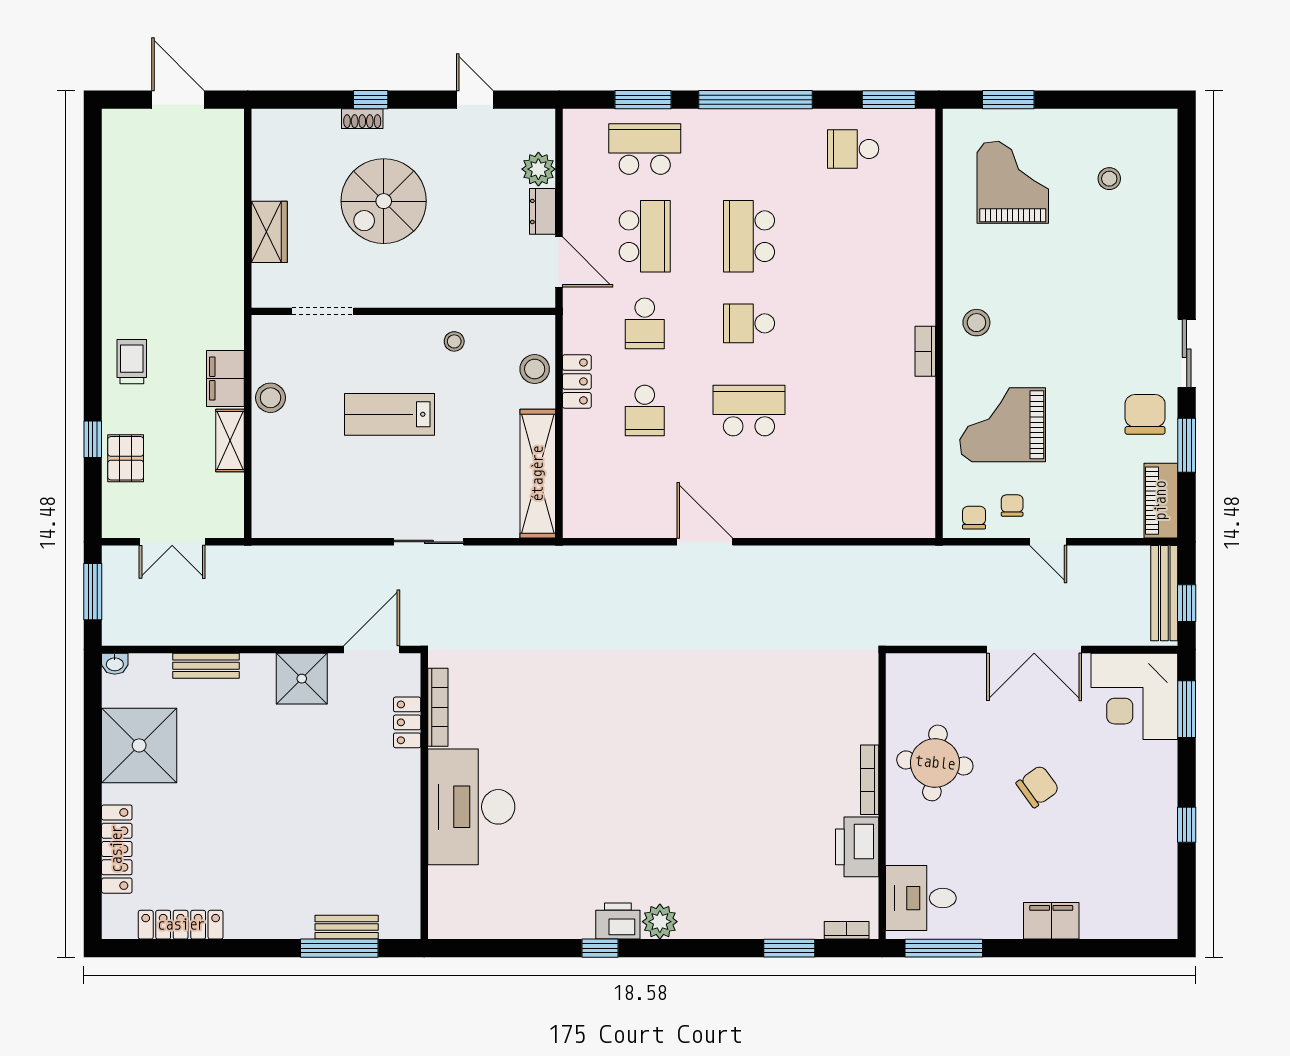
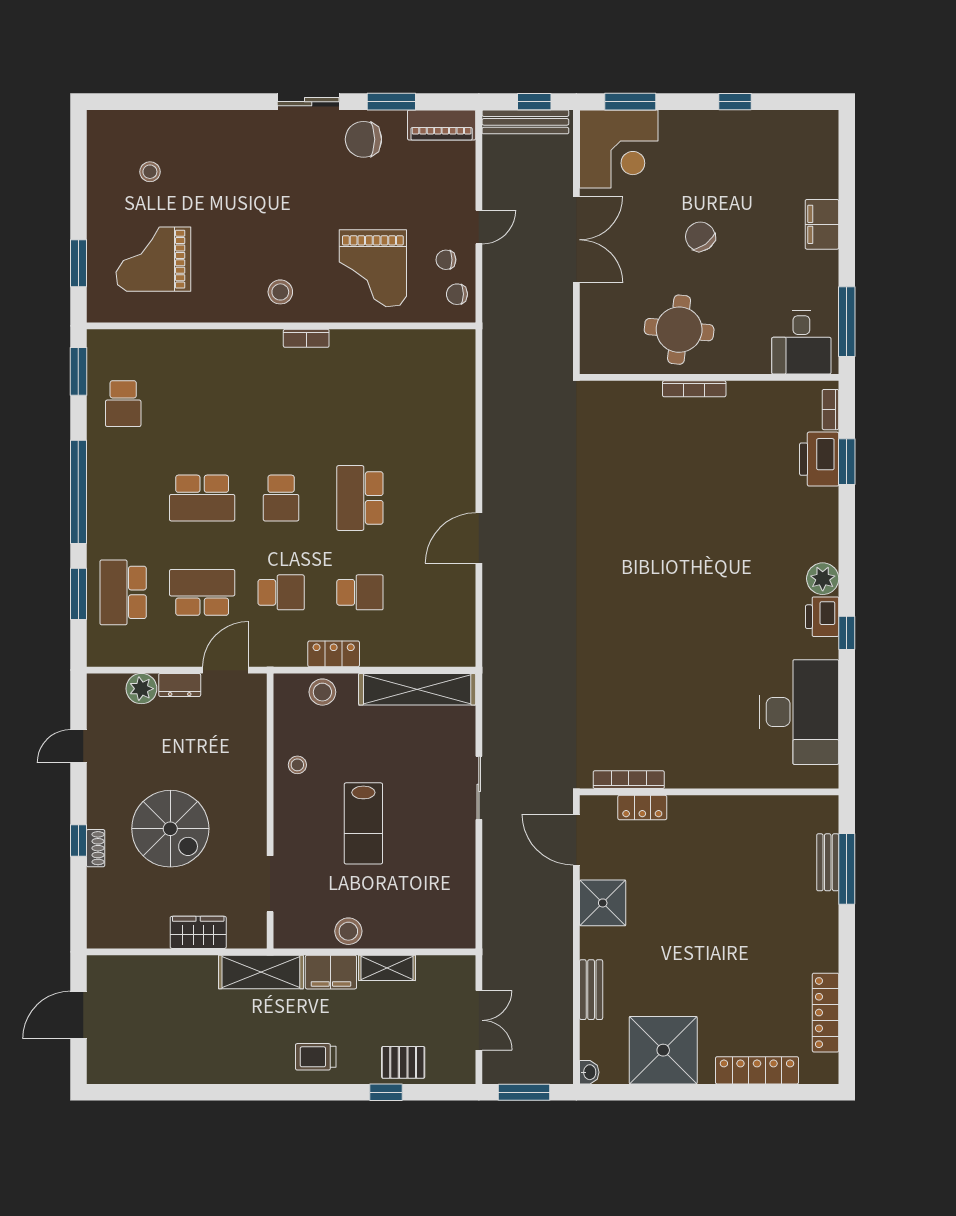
shelving: (225, 301) -> (261, 972), added
desk: (471, 807) -> (799, 712), moved, turned -90
printer: (857, 847) -> (819, 459), moved, turned 90

